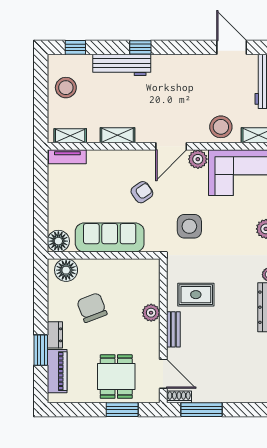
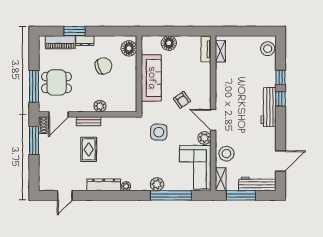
window: (75, 47) -> (280, 77), moved
workbench: (122, 65) -> (269, 107), moved
stool: (66, 88) -> (268, 49), moved
shelving: (117, 135) -> (221, 83), removed
floor lamp: (58, 241) -> (169, 43), moved
rug: (196, 295) -> (89, 149), moved
window: (122, 410) -> (34, 86), width x1.44

